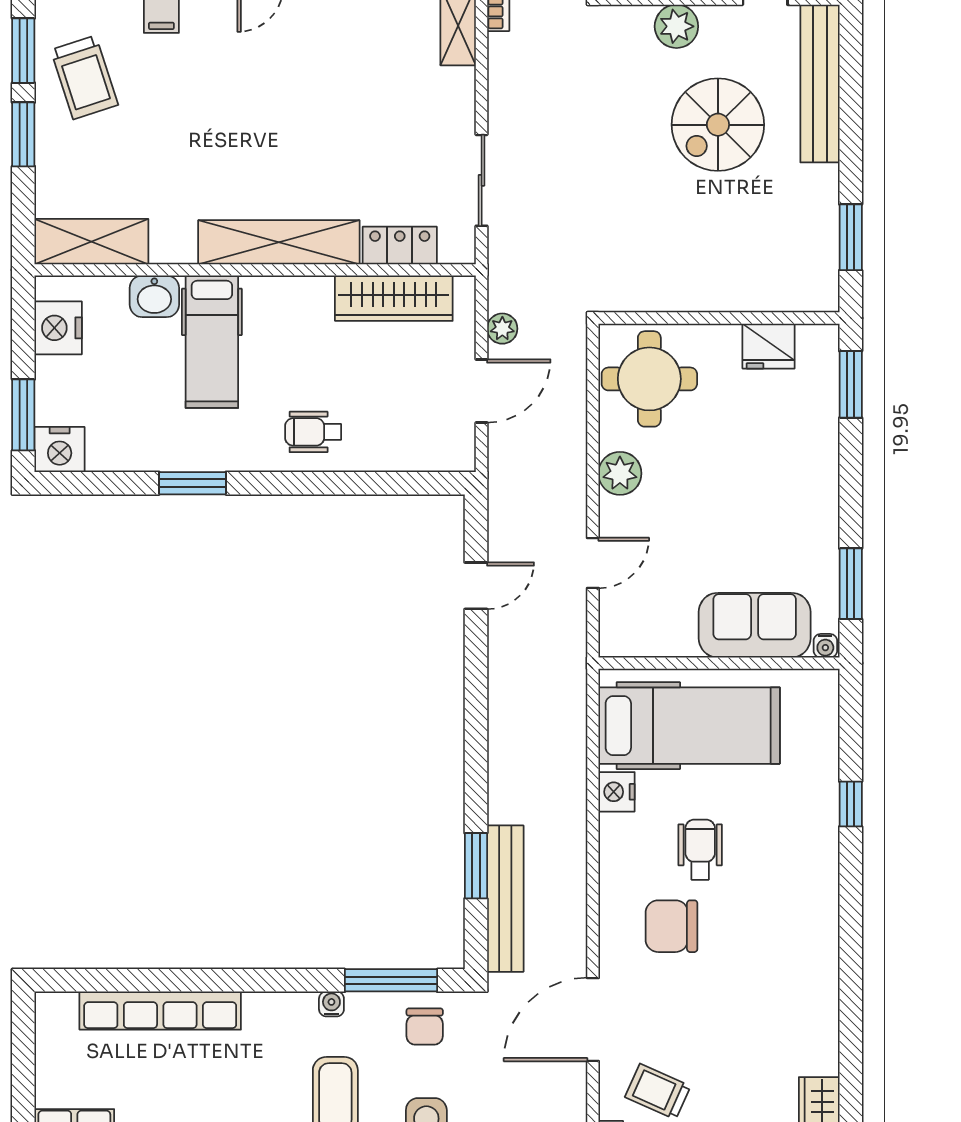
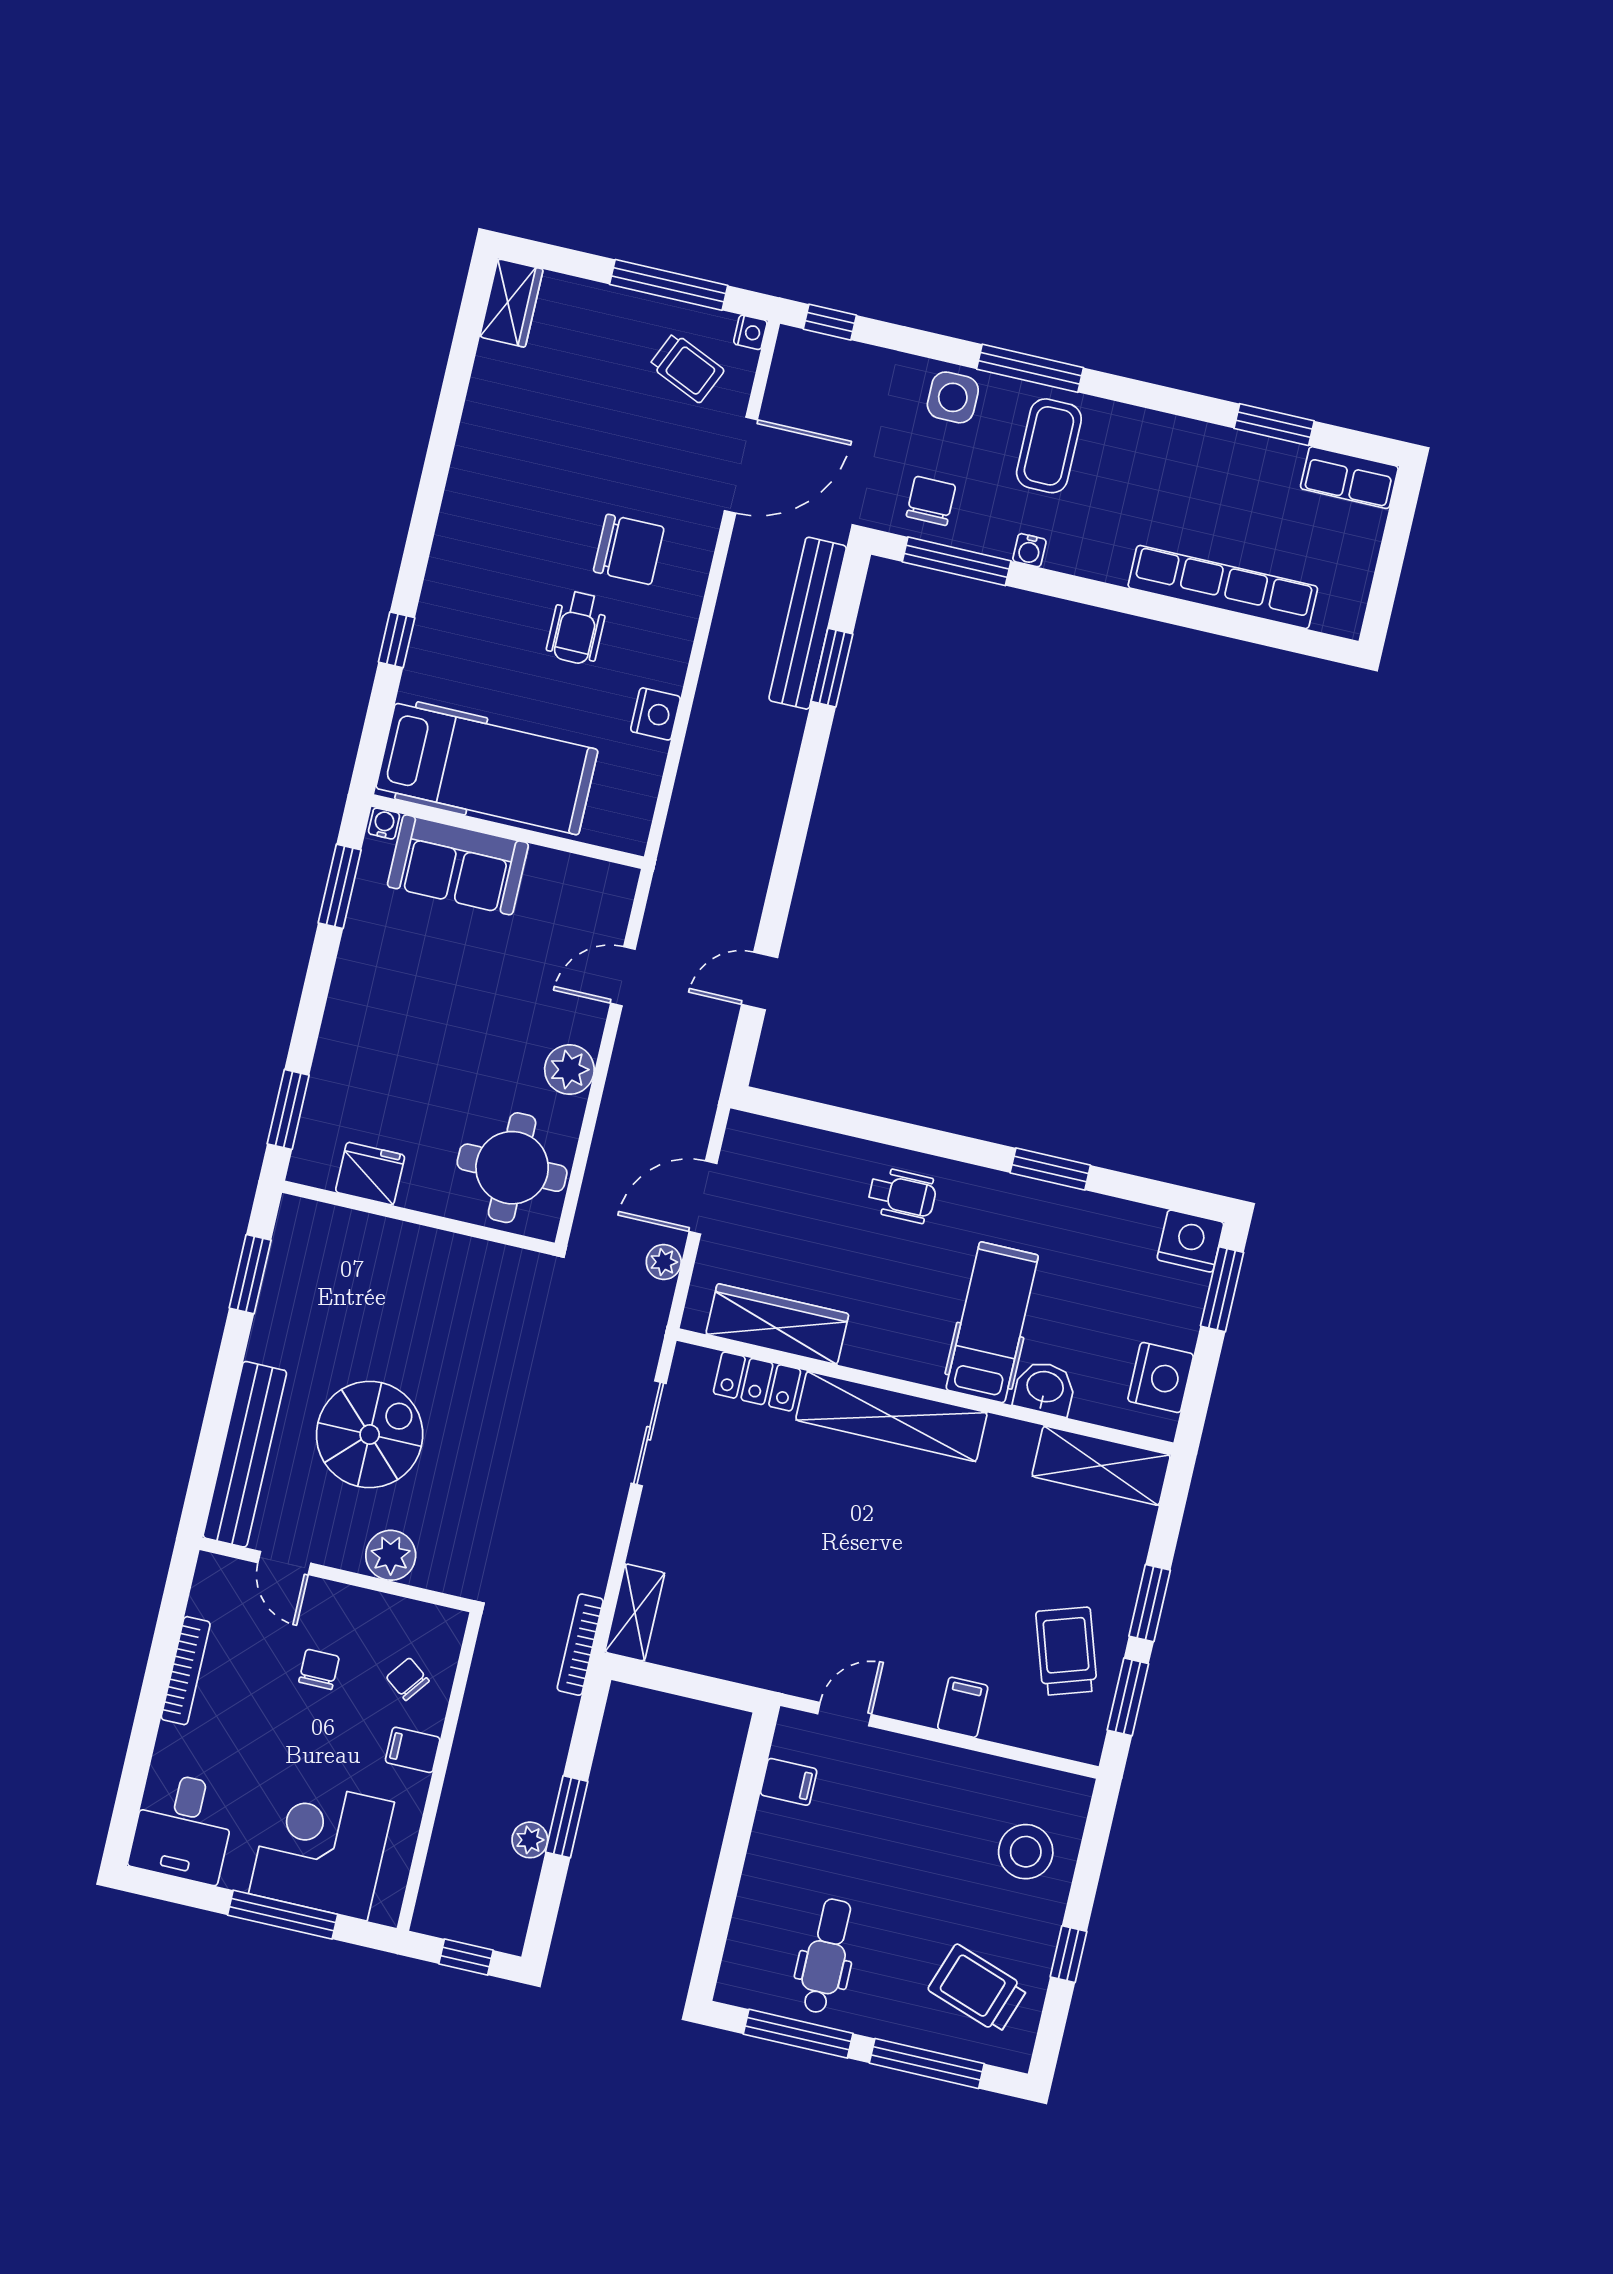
hospital bed: (689, 726) -> (487, 769), moved, turned 180

